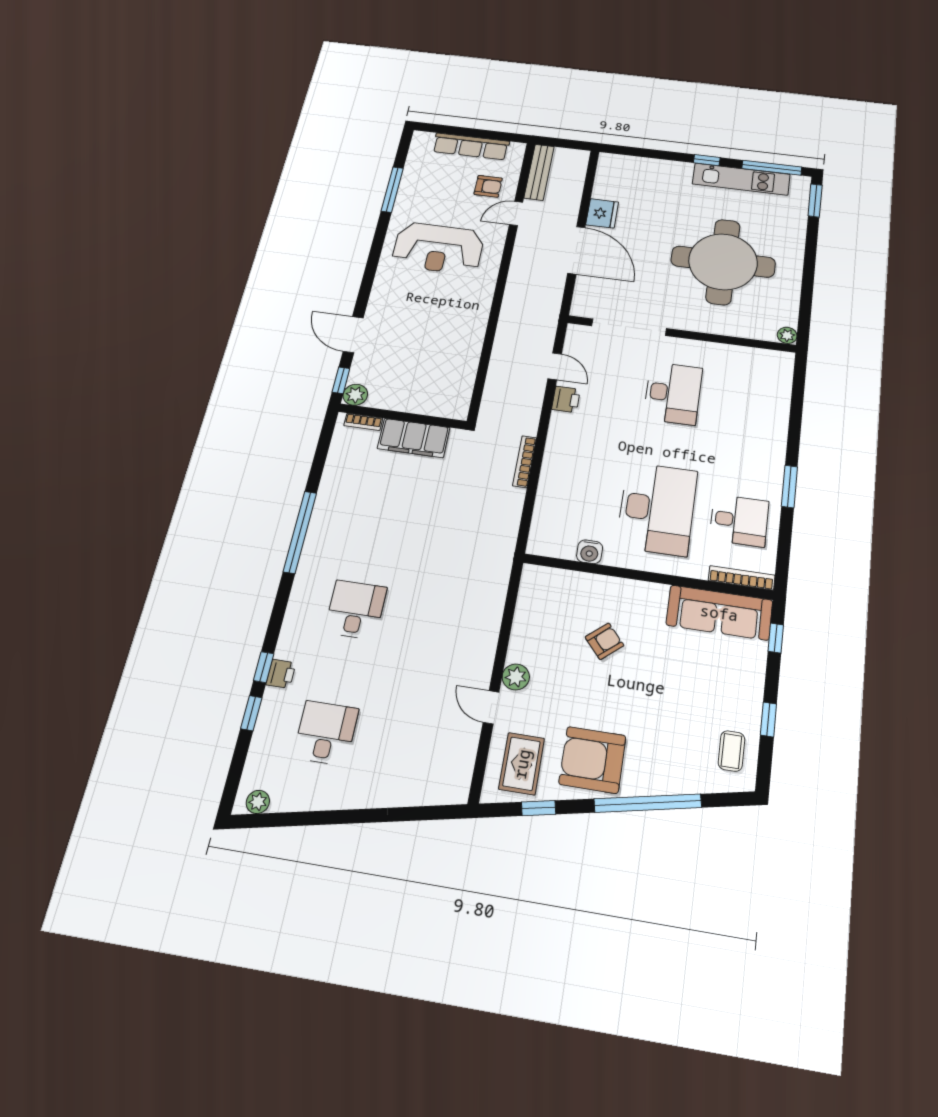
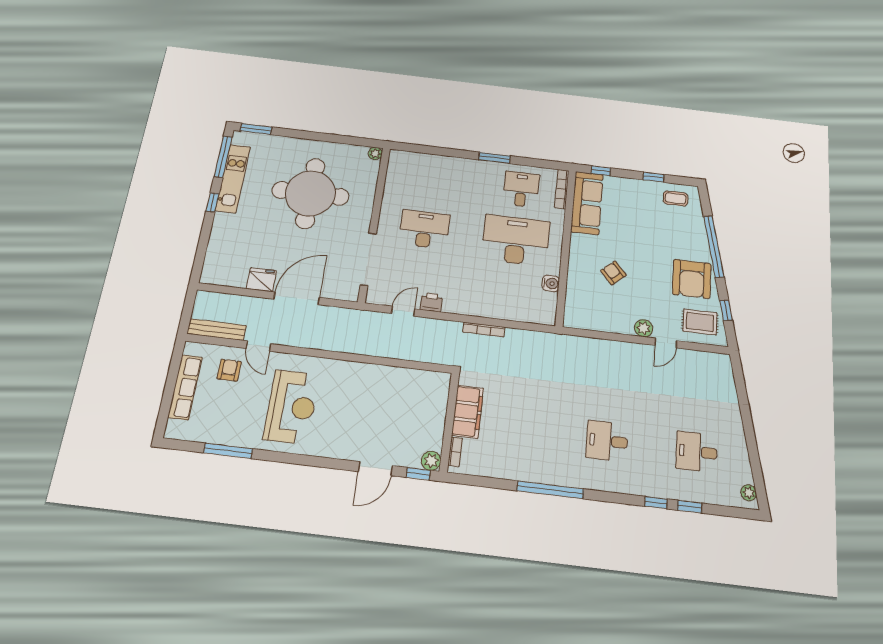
printer: (281, 674) -> (659, 489), removed

